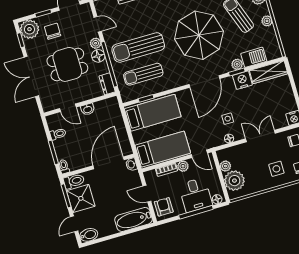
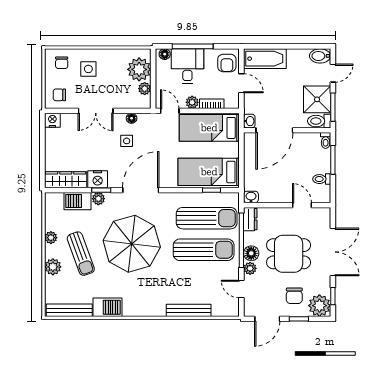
sun lounger: (143, 74) -> (207, 218), width x1.36, depth x1.34
washbasin: (88, 109) -> (251, 197), moved

